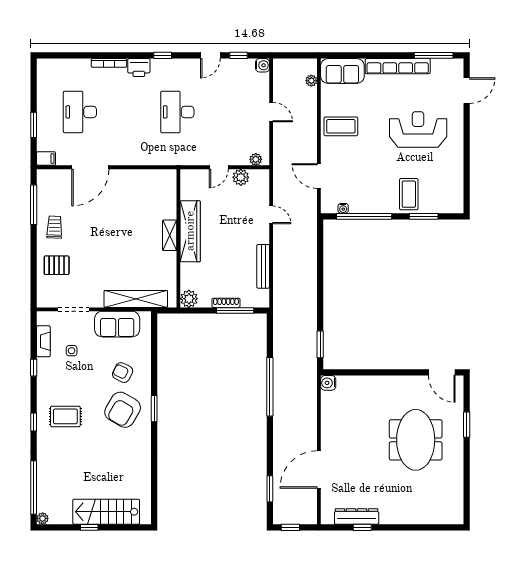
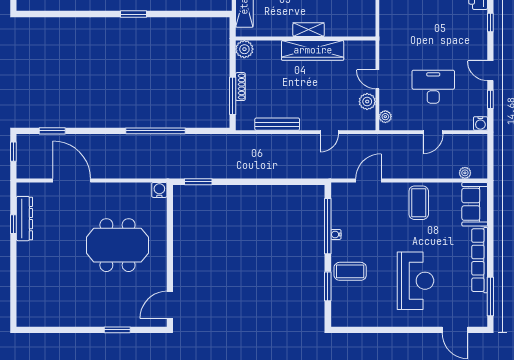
desk: (177, 112) -> (433, 87), moved
water cooler: (343, 208) -> (336, 234), moved
meeting table: (416, 440) -> (117, 245), moved

